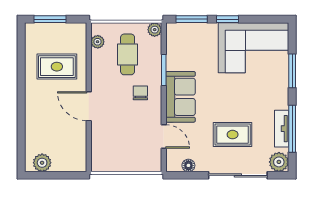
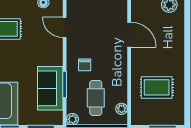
sofa: (180, 97) -> (50, 88), moved
door: (89, 106) -> (129, 35), moved

